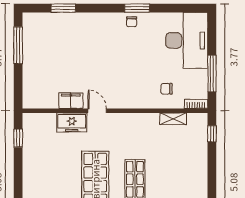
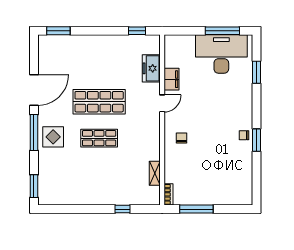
desk: (187, 40) -> (221, 54), moved, turned 180
chair: (166, 89) -> (182, 138), moved
freezer: (72, 123) -> (151, 68), moved
window: (212, 134) -> (122, 209), moved

